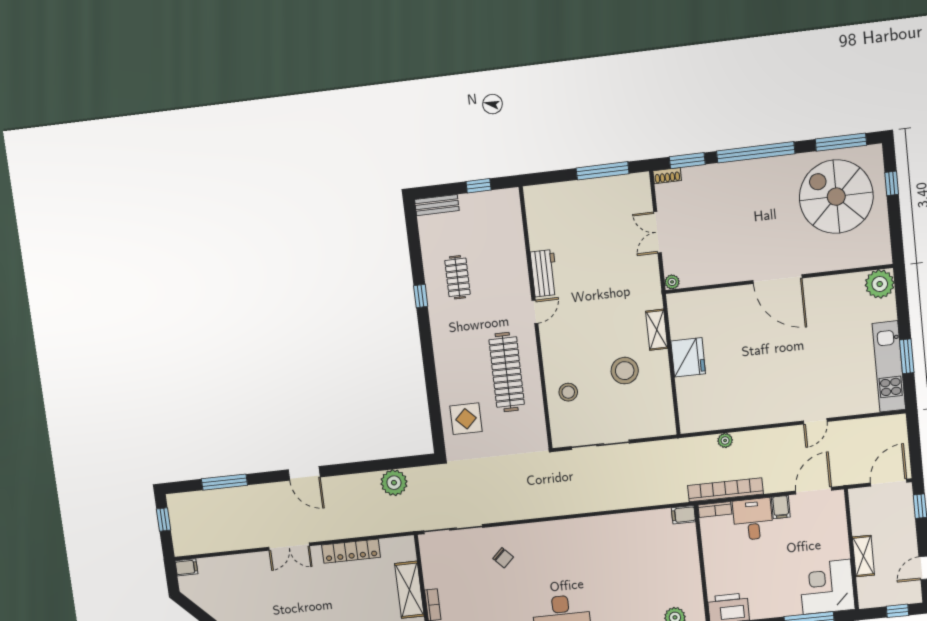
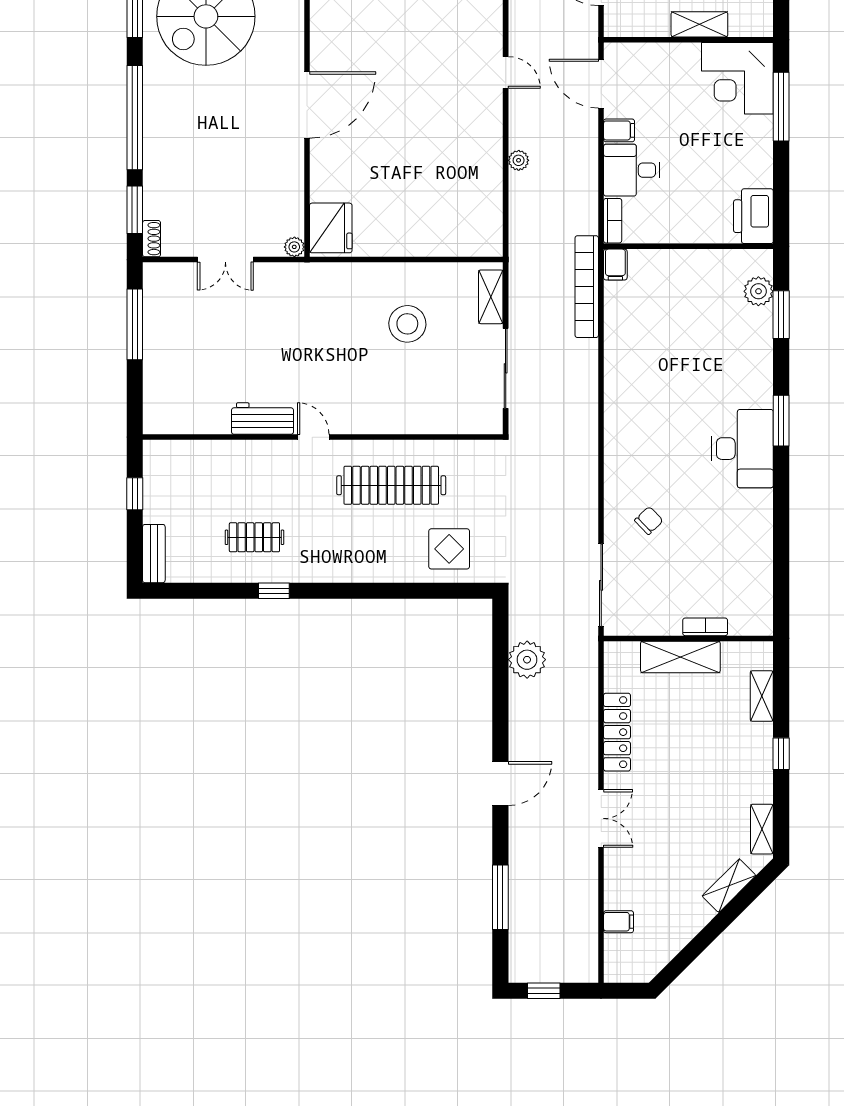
shelving: (657, 330) -> (491, 297), moved, turned 90
fridge: (688, 357) -> (331, 228), moved, turned 90
stool: (568, 392) -> (428, 404), removed
plant: (725, 440) -> (519, 160), moved
bookcase: (725, 490) -> (587, 287), moved
filing cabinet: (186, 567) -> (619, 922), moved, turned 90

